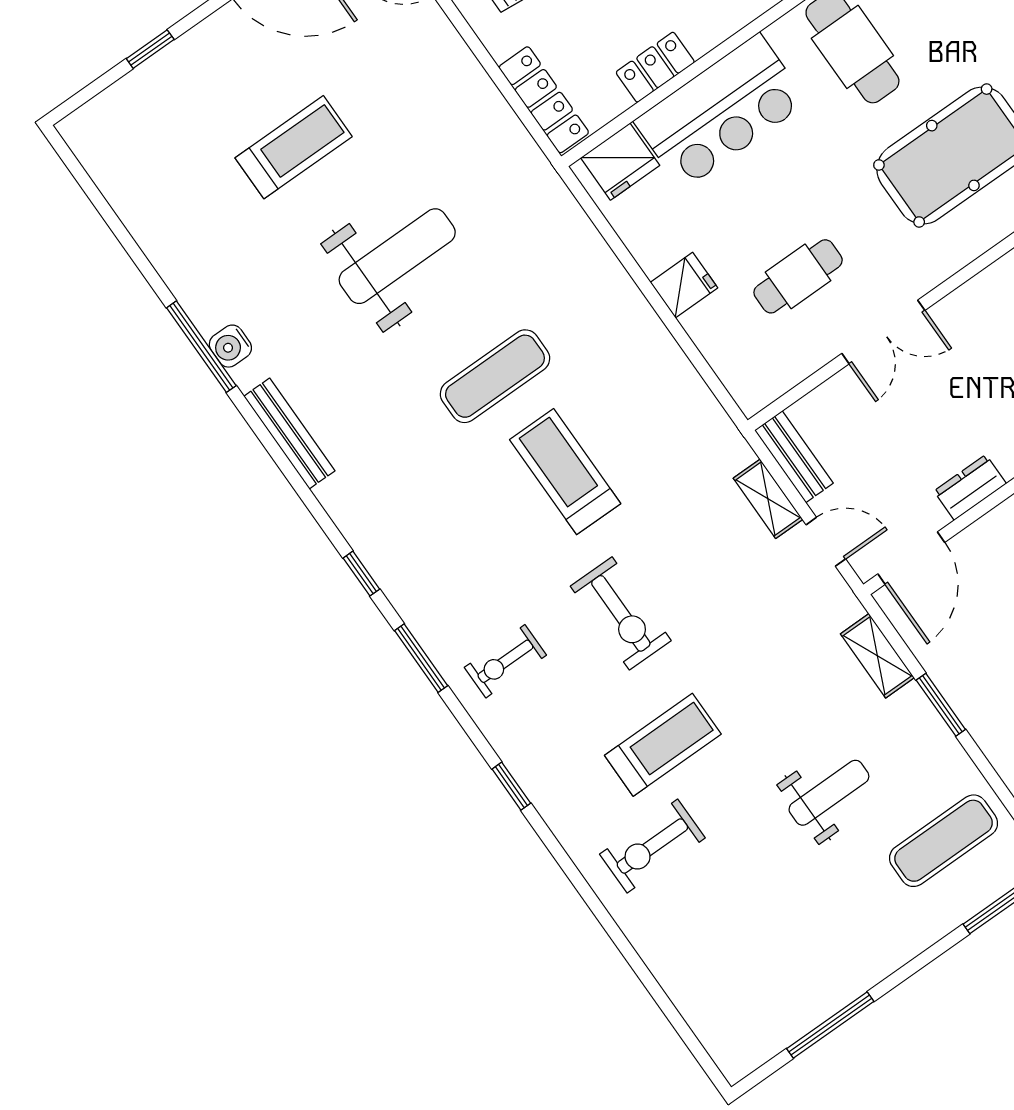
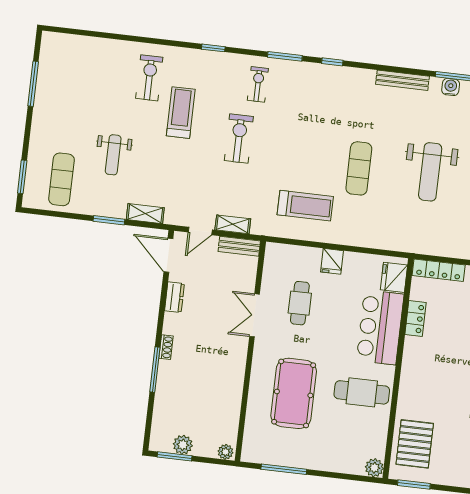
treadmill: (565, 472) -> (305, 206), moved
exercise bike: (621, 613) -> (239, 139), turned 90
treadmill: (663, 745) -> (181, 113), turned 180

